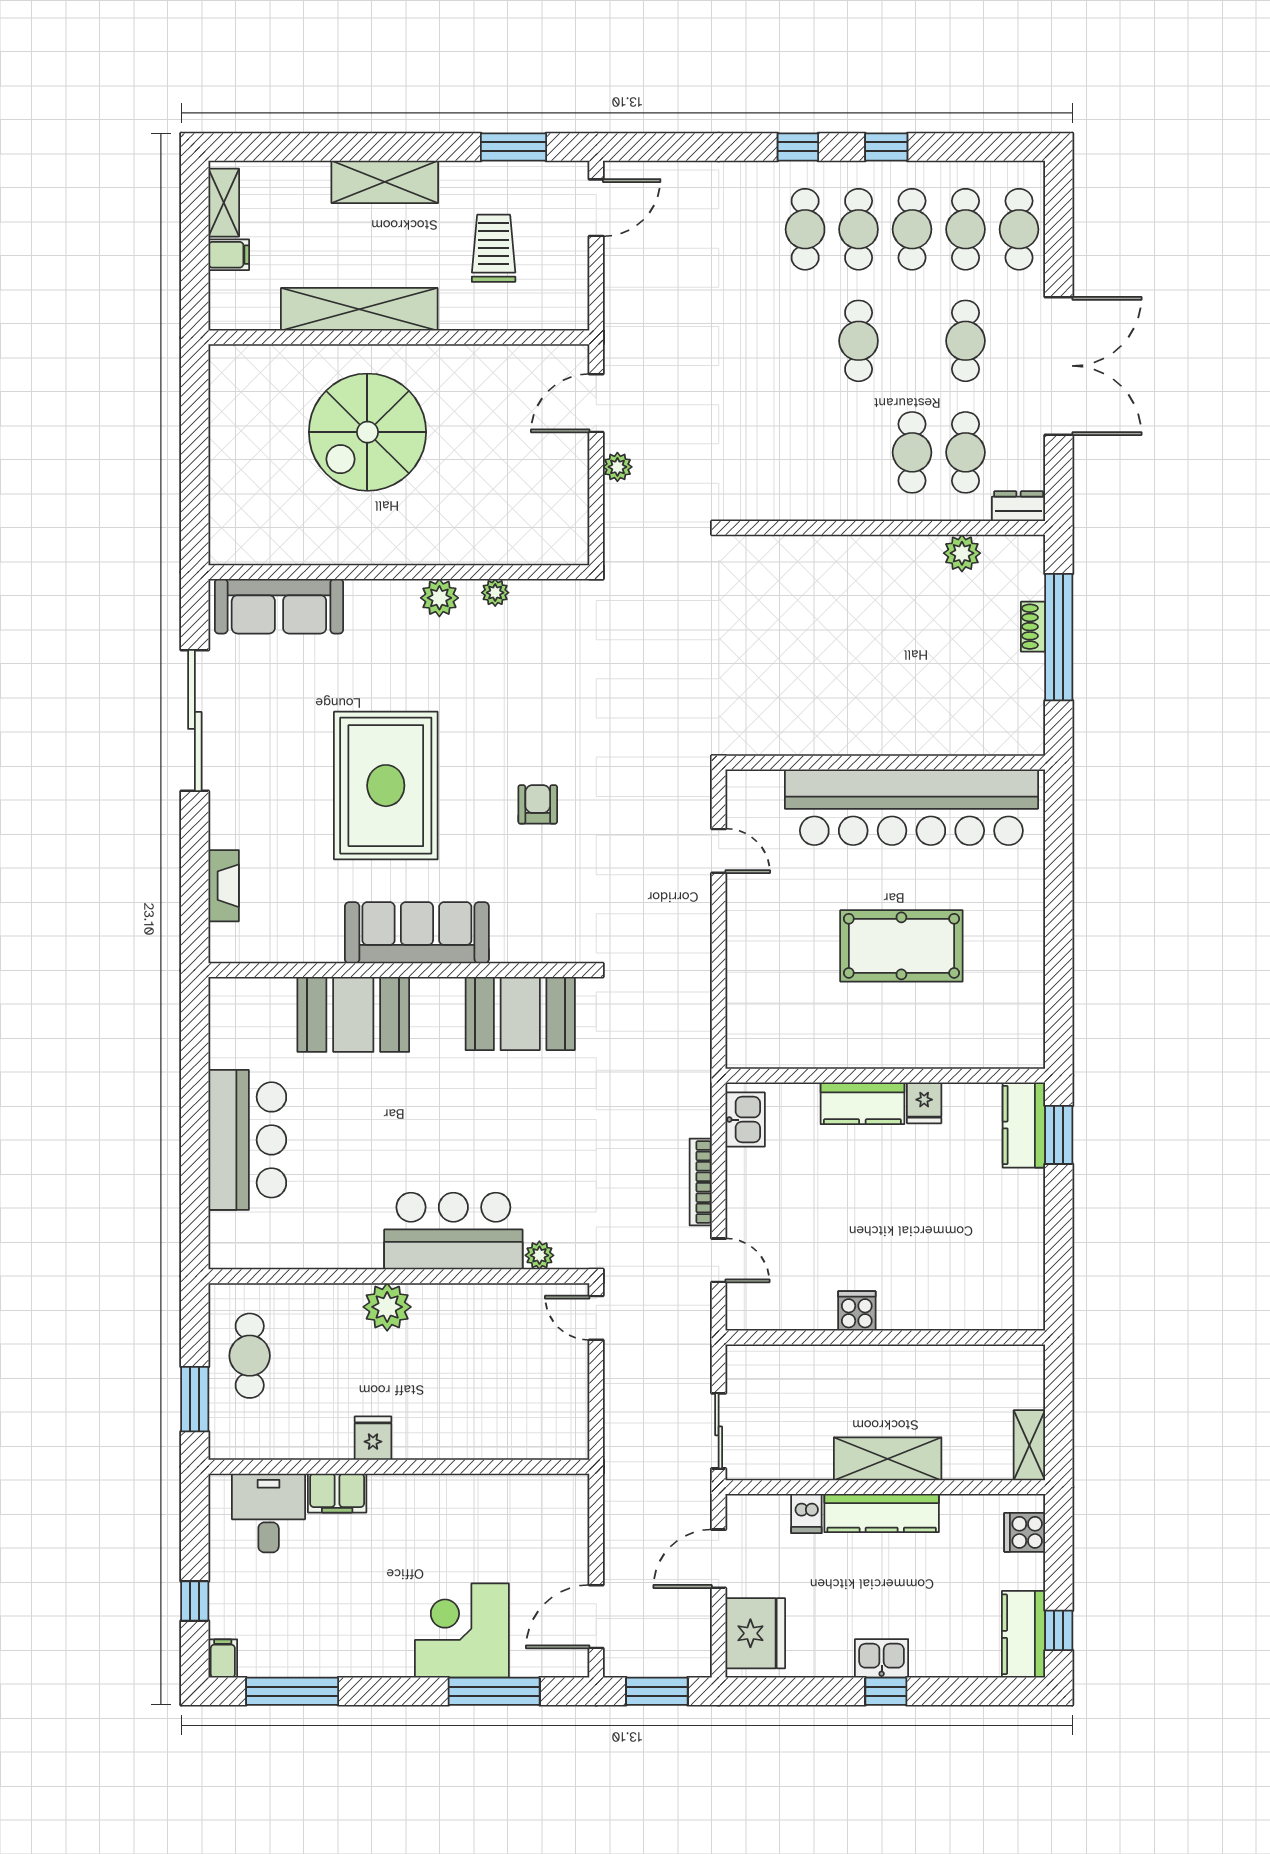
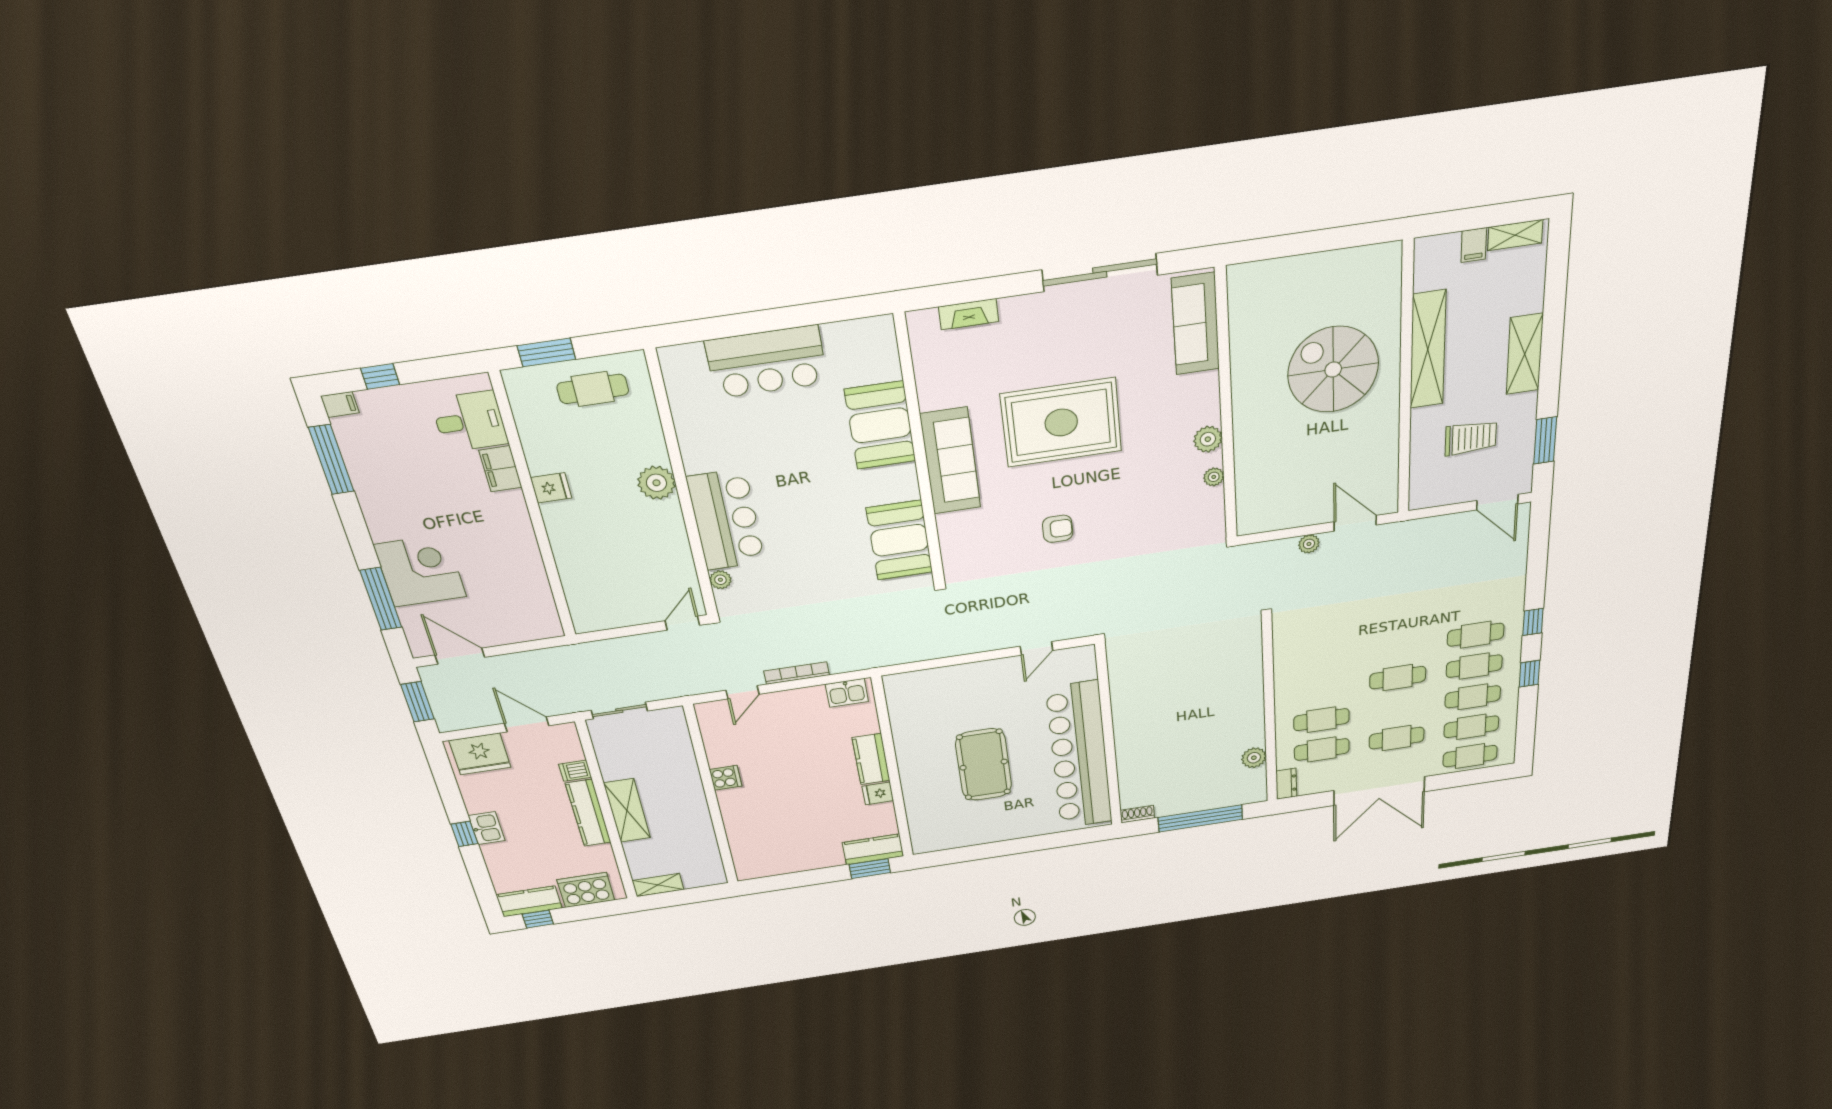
shoe rack: (1033, 627) -> (1137, 814), moved
cooker: (1025, 1532) -> (586, 890), width x1.87, depth x1.31

